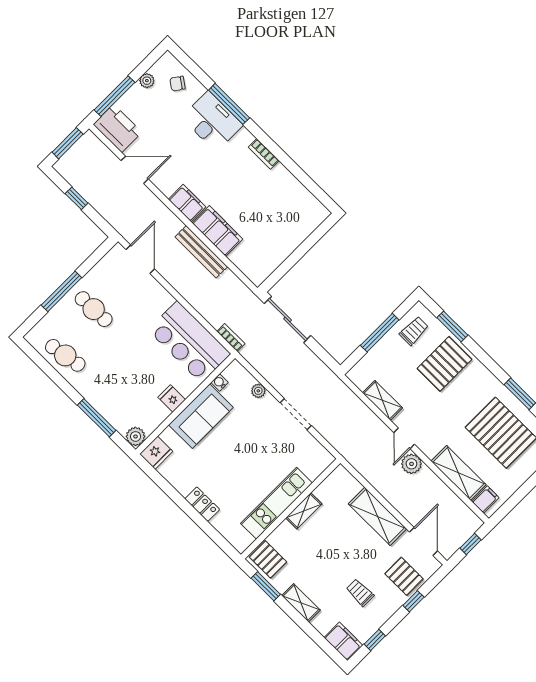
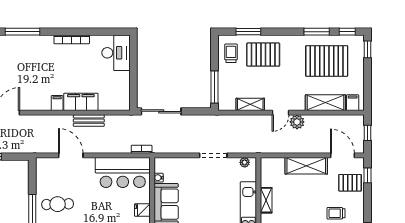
desk: (212, 121) -> (116, 53), moved, turned 90
bookcase: (264, 154) -> (72, 39), width x1.56
filing cabinet: (187, 203) -> (57, 103), width x0.50
bench: (201, 252) -> (89, 121), width x0.73
door: (140, 259) -> (71, 155), moved
window: (380, 333) -> (215, 87), moved
pallet: (444, 364) -> (263, 55), turned 90
plant: (258, 391) -> (245, 162), moved
door: (404, 438) -> (281, 113), hinge flipped
window: (413, 601) -> (367, 175), moved

